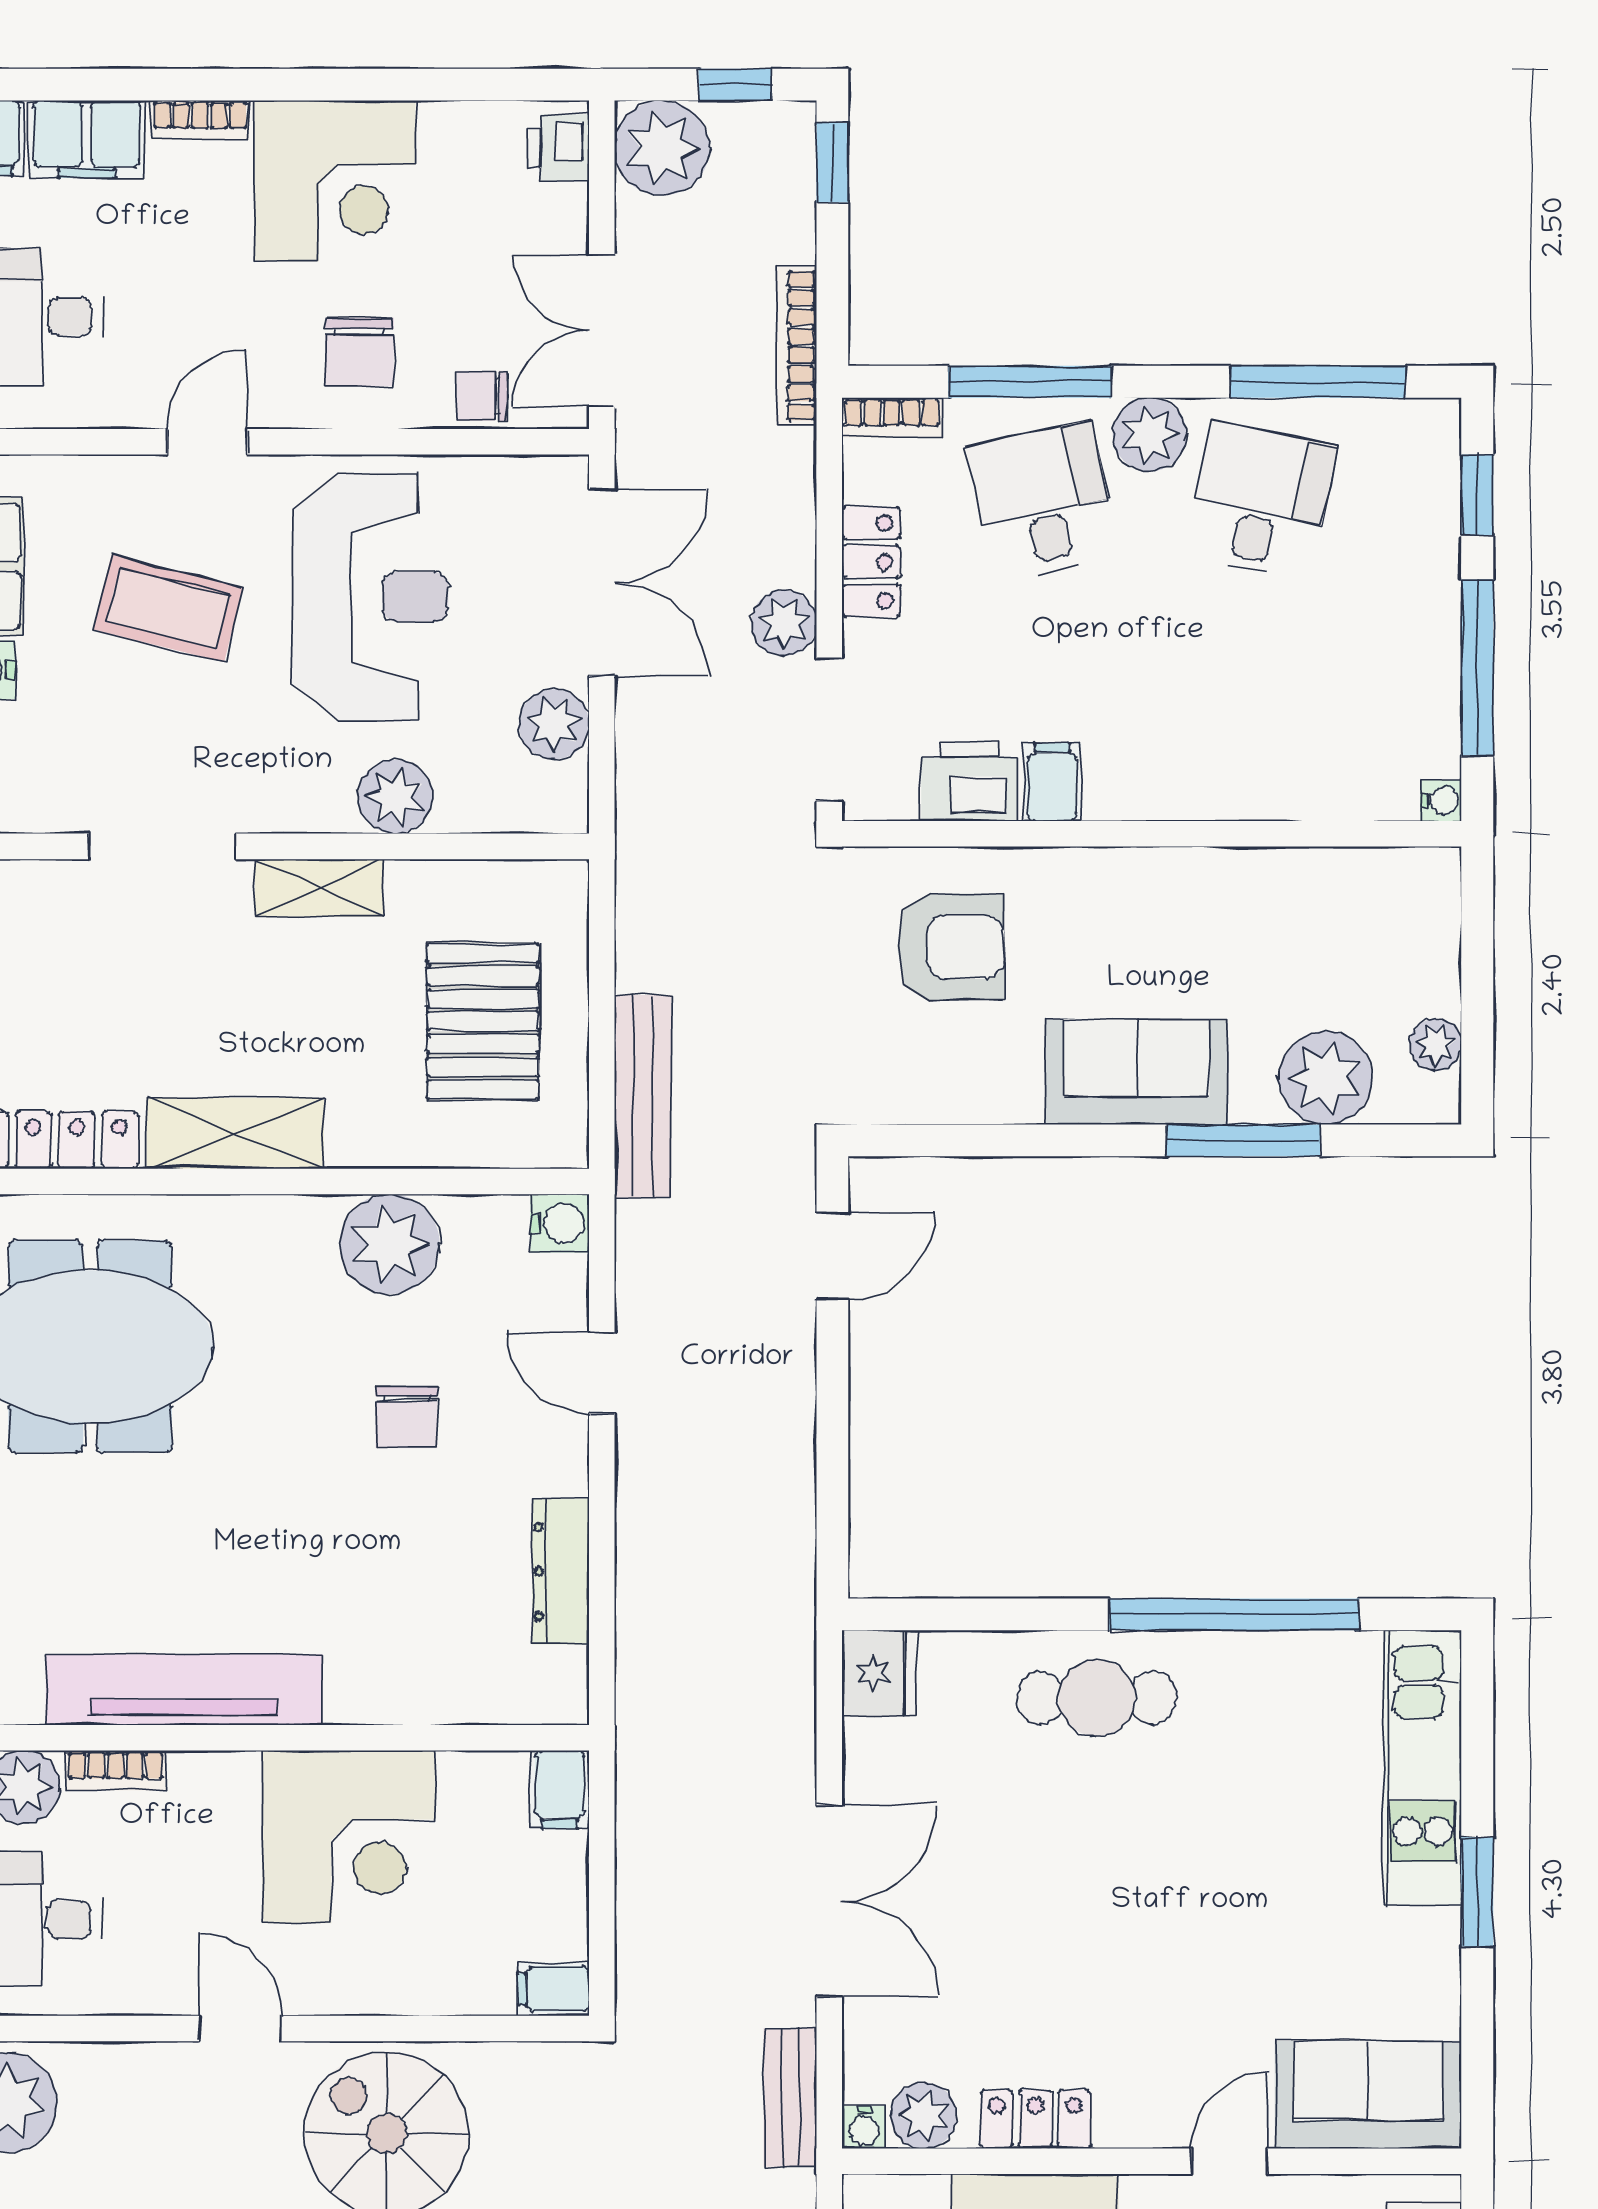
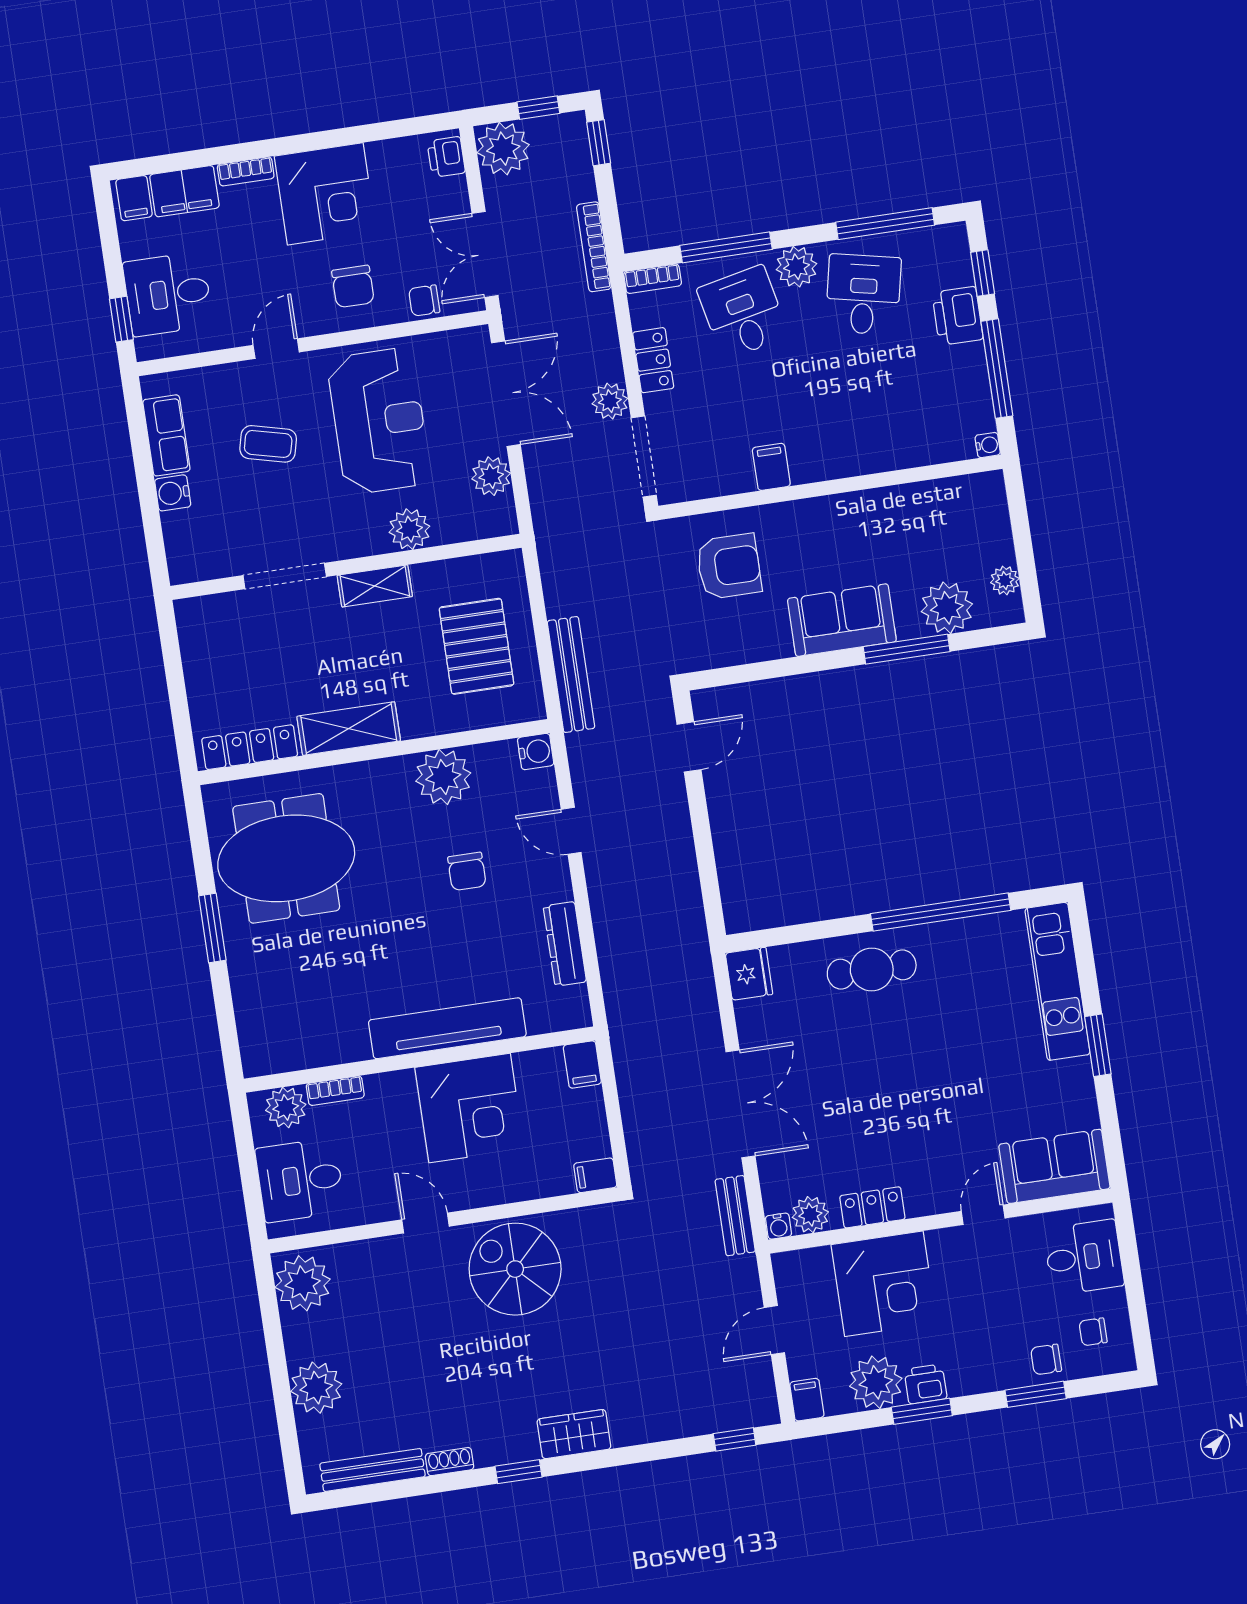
coffee table: (168, 608) -> (268, 444), width x0.73, depth x0.77
printer: (970, 781) -> (958, 316), moved, turned -90
tv unit: (184, 1690) -> (447, 1028), moved

